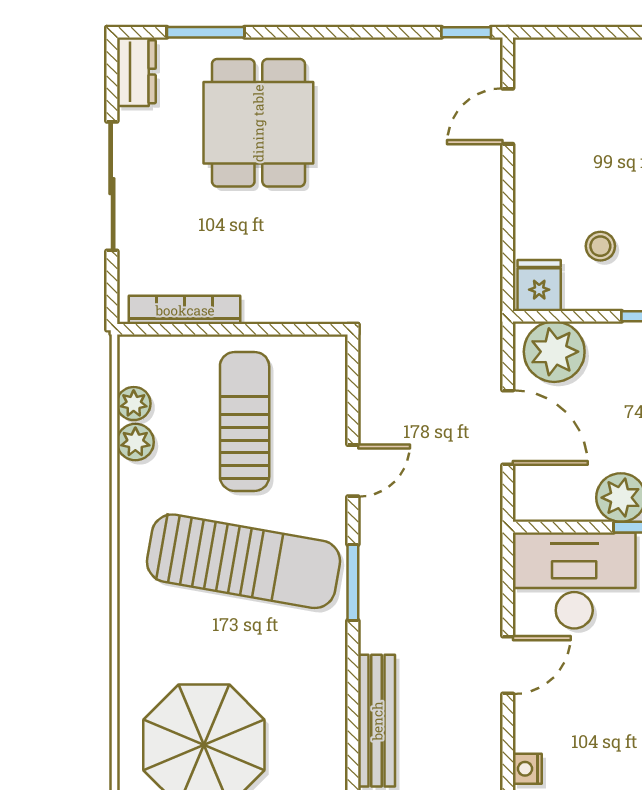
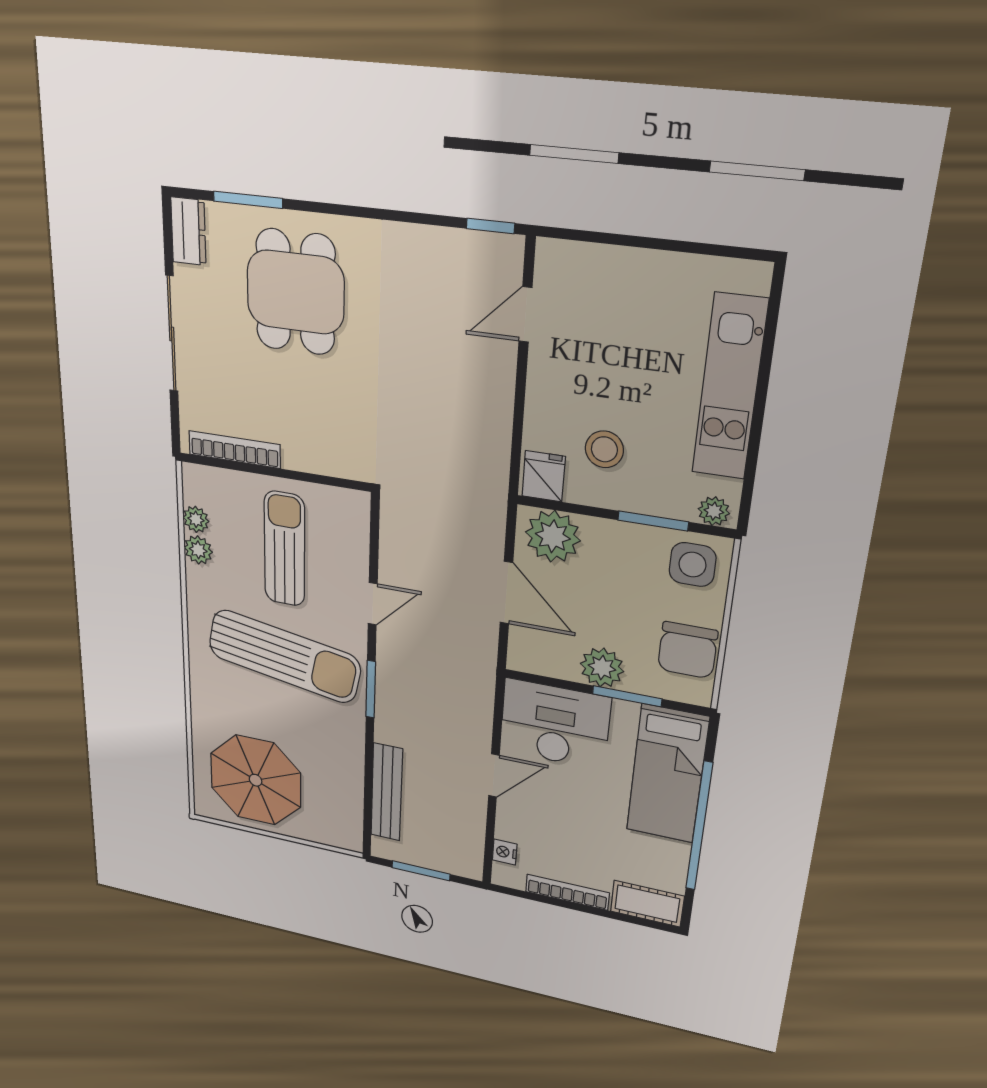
stool: (600, 246) -> (604, 449), width x1.37, depth x1.37

